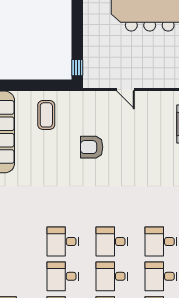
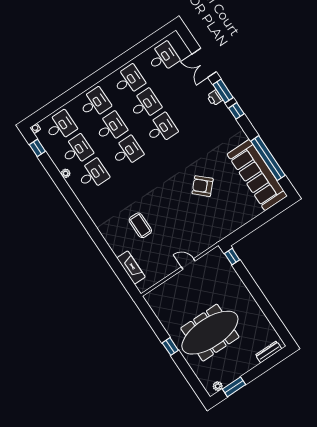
coffee table: (46, 115) -> (140, 225), moved
armchair: (92, 147) -> (203, 186), moved, turned -137

